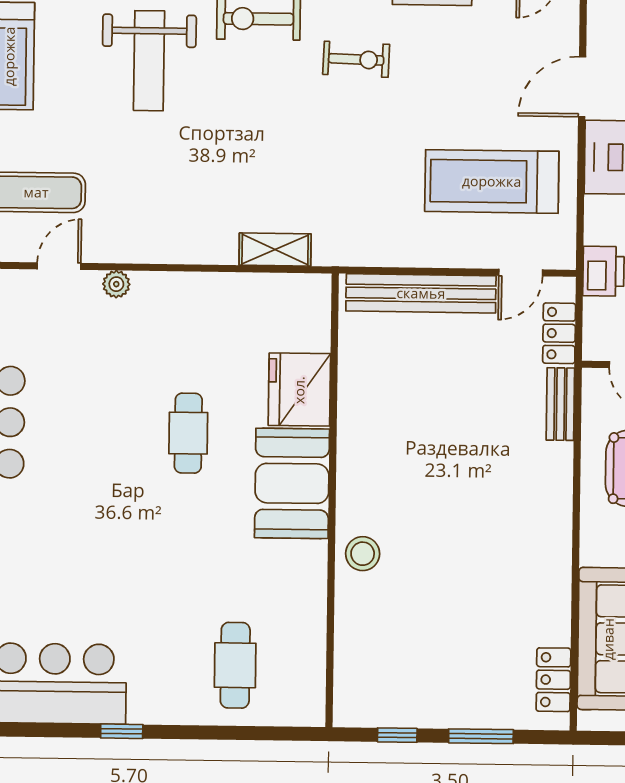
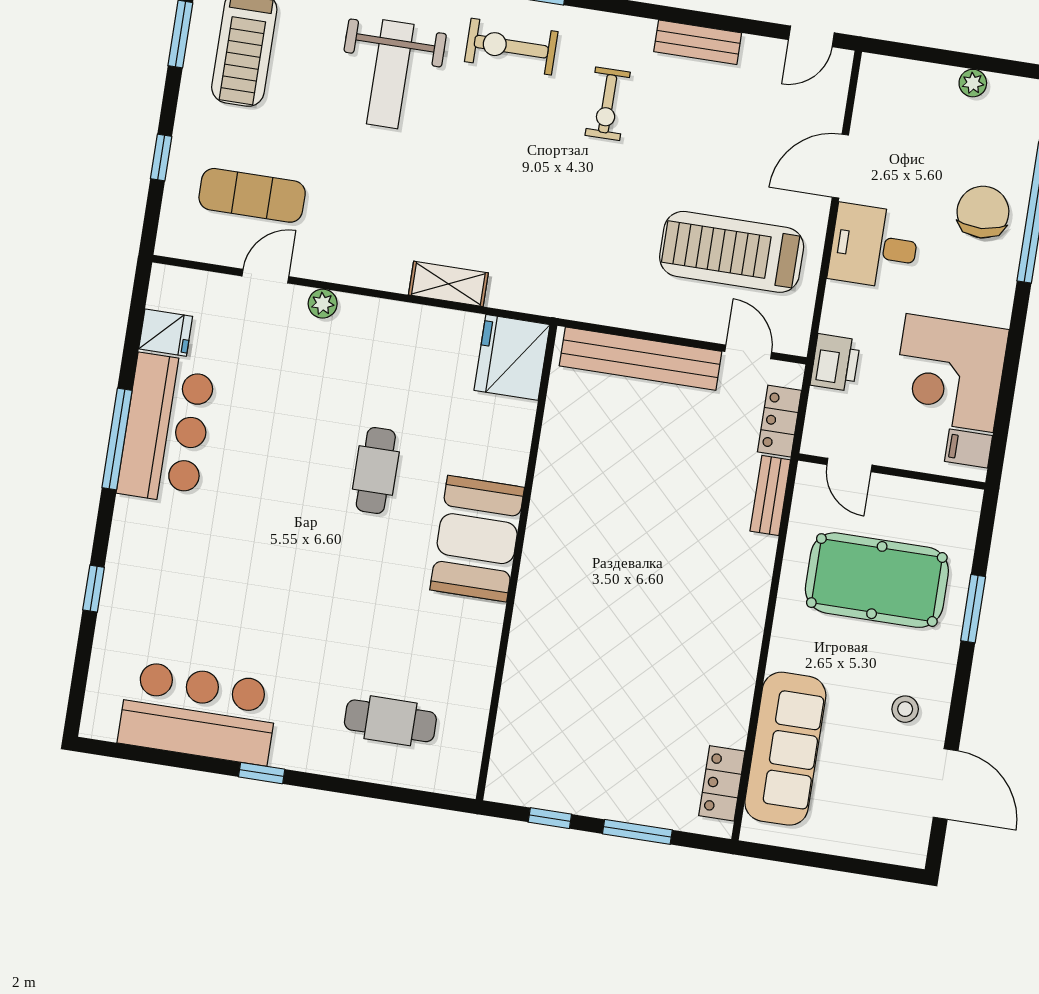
exercise bike: (356, 59) -> (608, 104), turned 88
shelving: (275, 250) -> (448, 284), moved
door: (521, 273) -> (748, 352), swing flipped
fridge: (299, 390) -> (512, 357), moved
stool: (363, 554) -> (541, 623), removed
cafe table: (235, 665) -> (390, 721), turned 90

